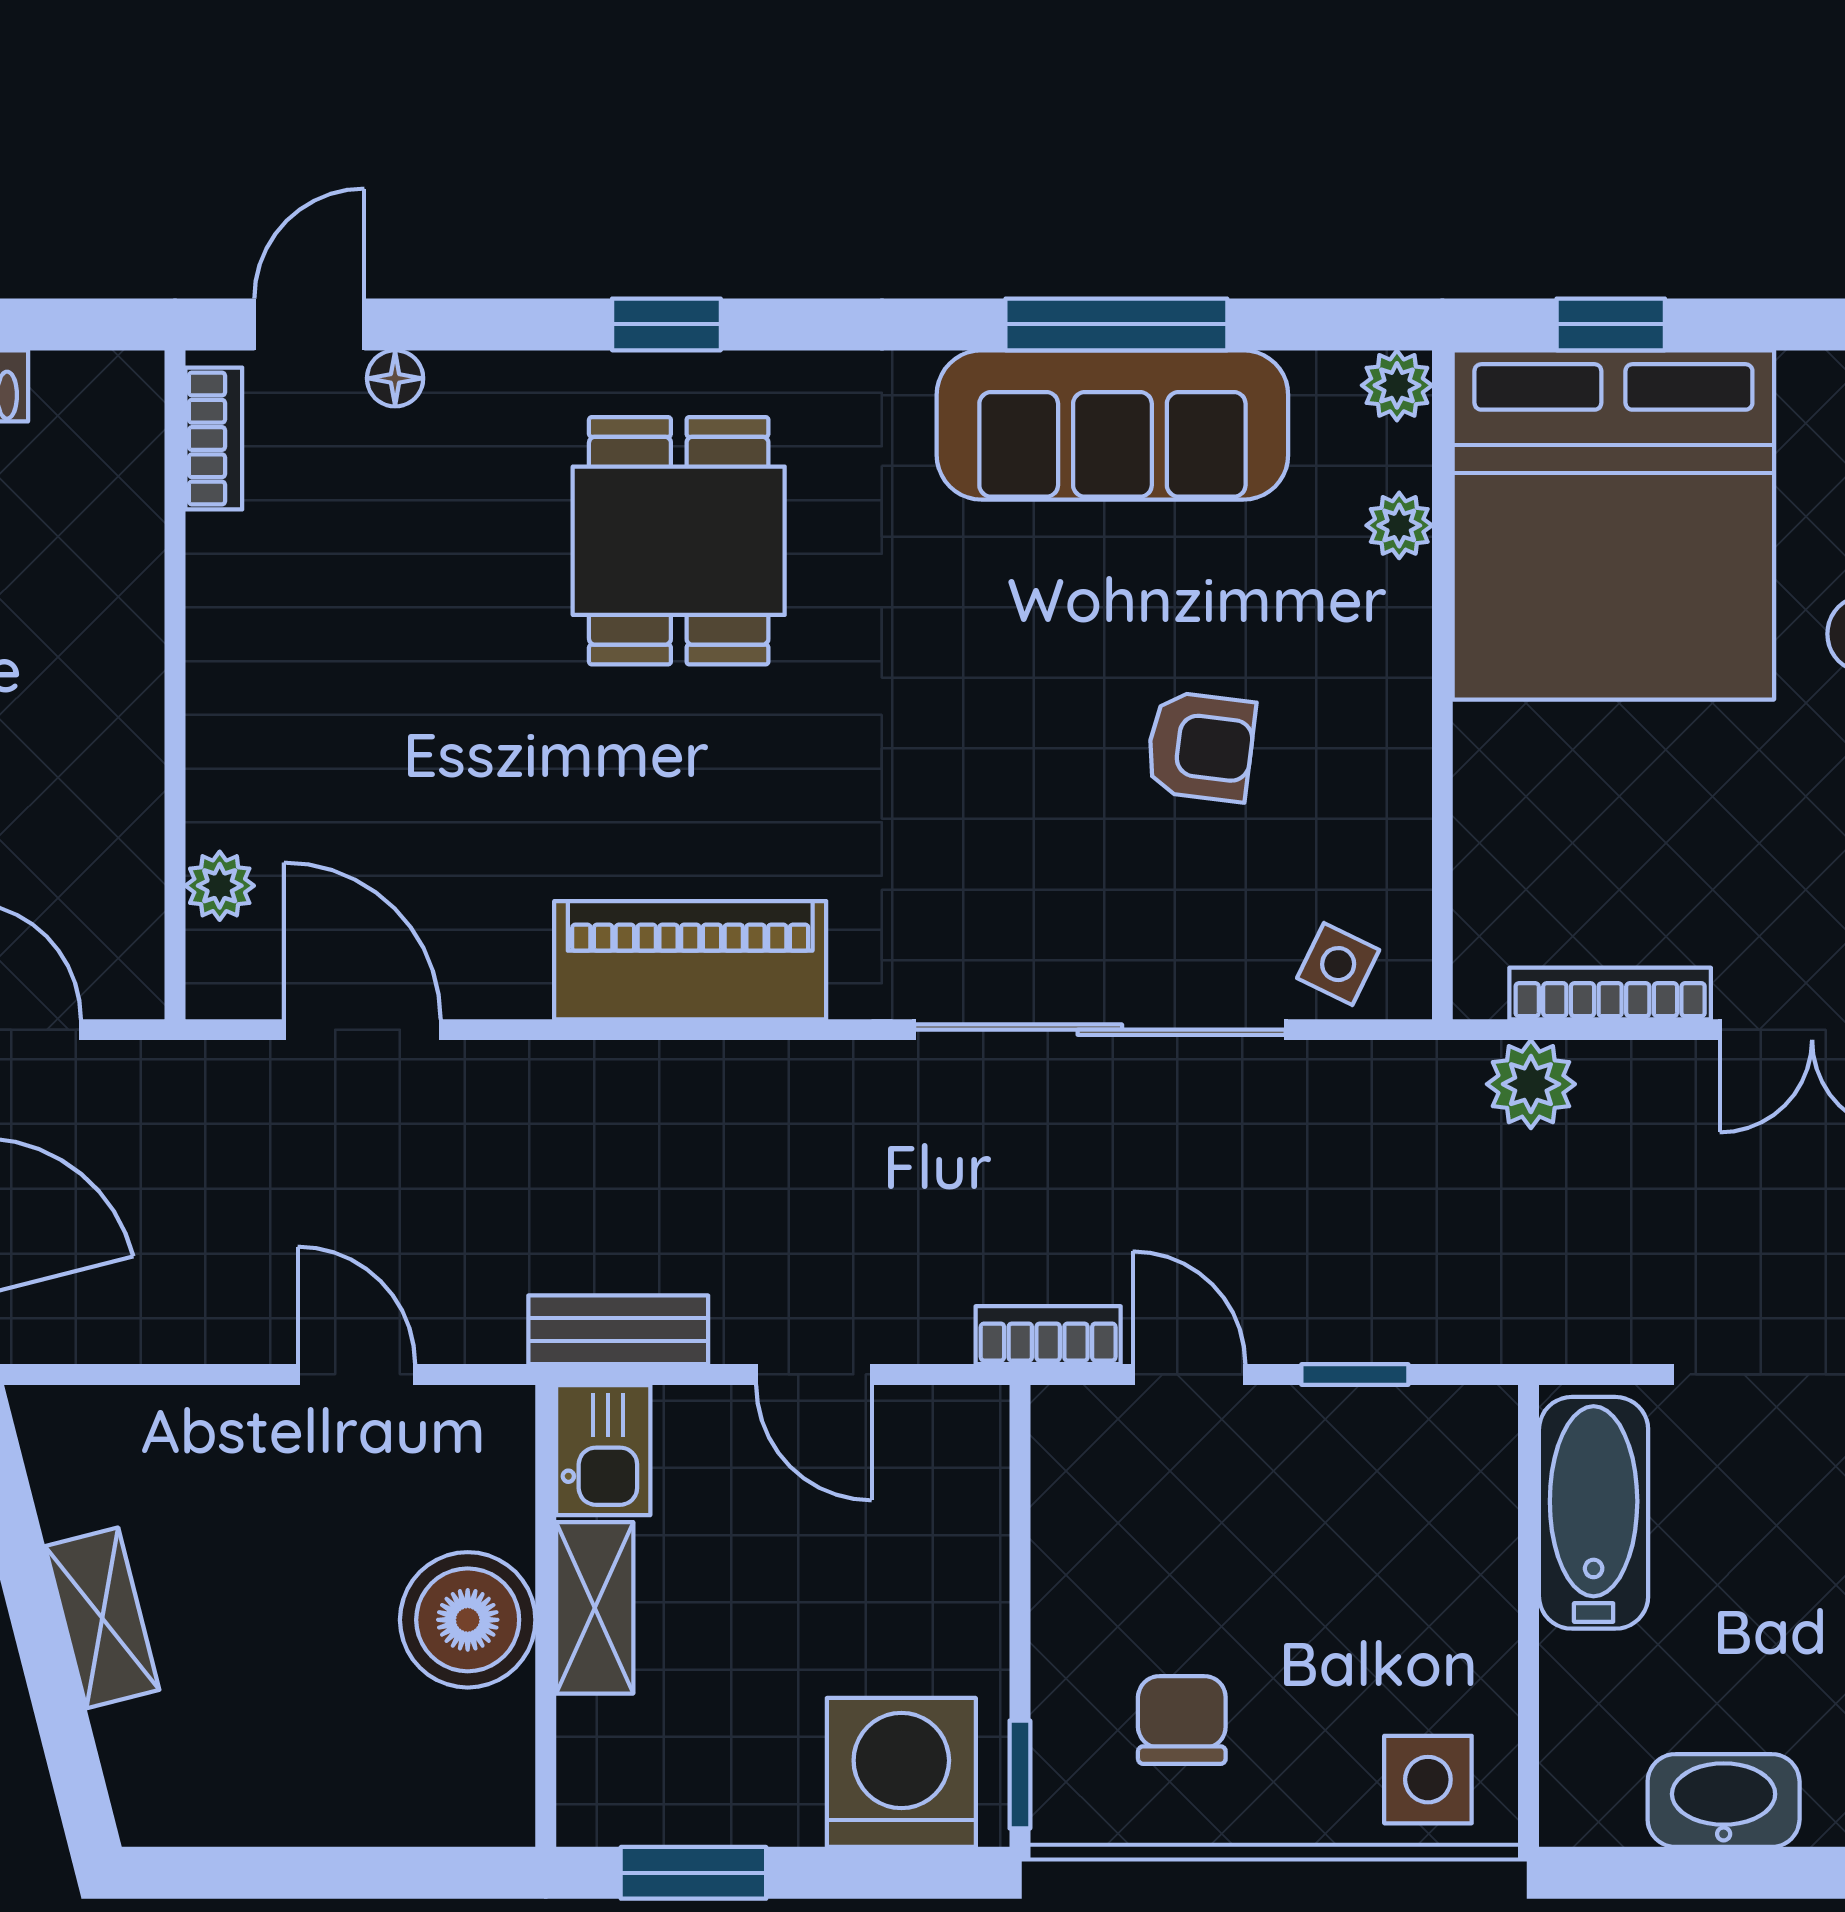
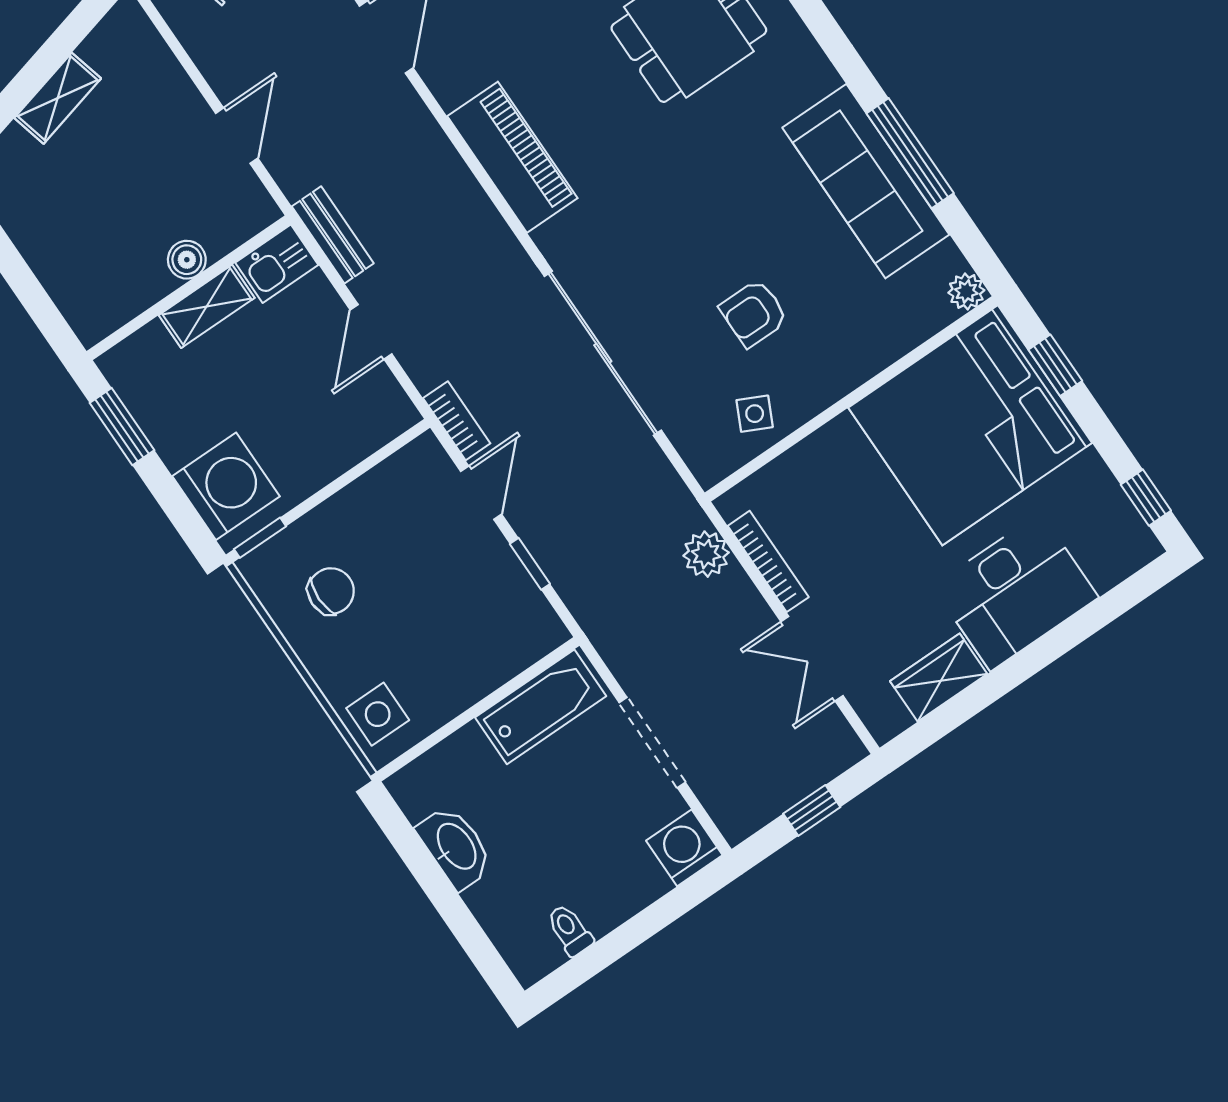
plant: (1399, 525) -> (907, 334), removed
armchair: (1200, 747) -> (754, 313), turned 83
side table: (1338, 964) -> (755, 414), moved
boiler: (468, 1620) -> (187, 260), width x0.54, depth x0.54

